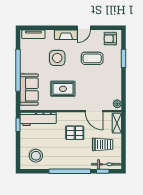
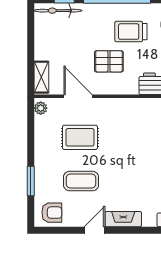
side table: (57, 58) -> (137, 182), removed
rug: (63, 89) -> (80, 137), moved
trolley: (103, 145) -> (131, 32), moved

